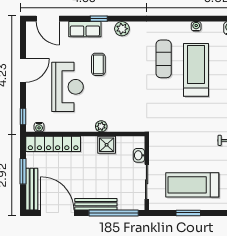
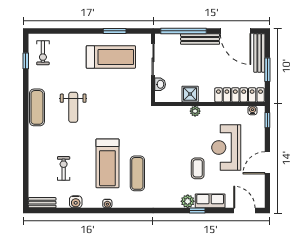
plant: (122, 29) -> (188, 201), moved

